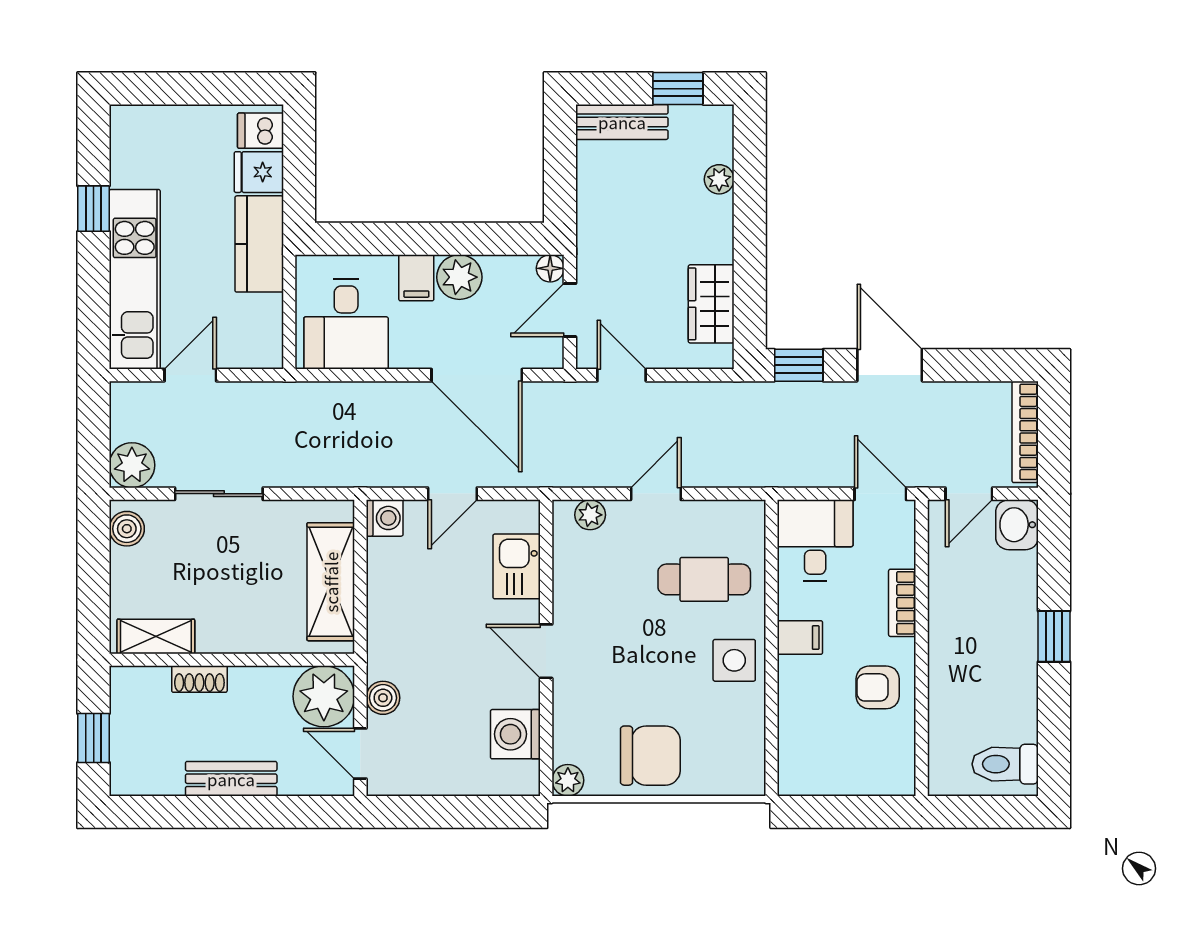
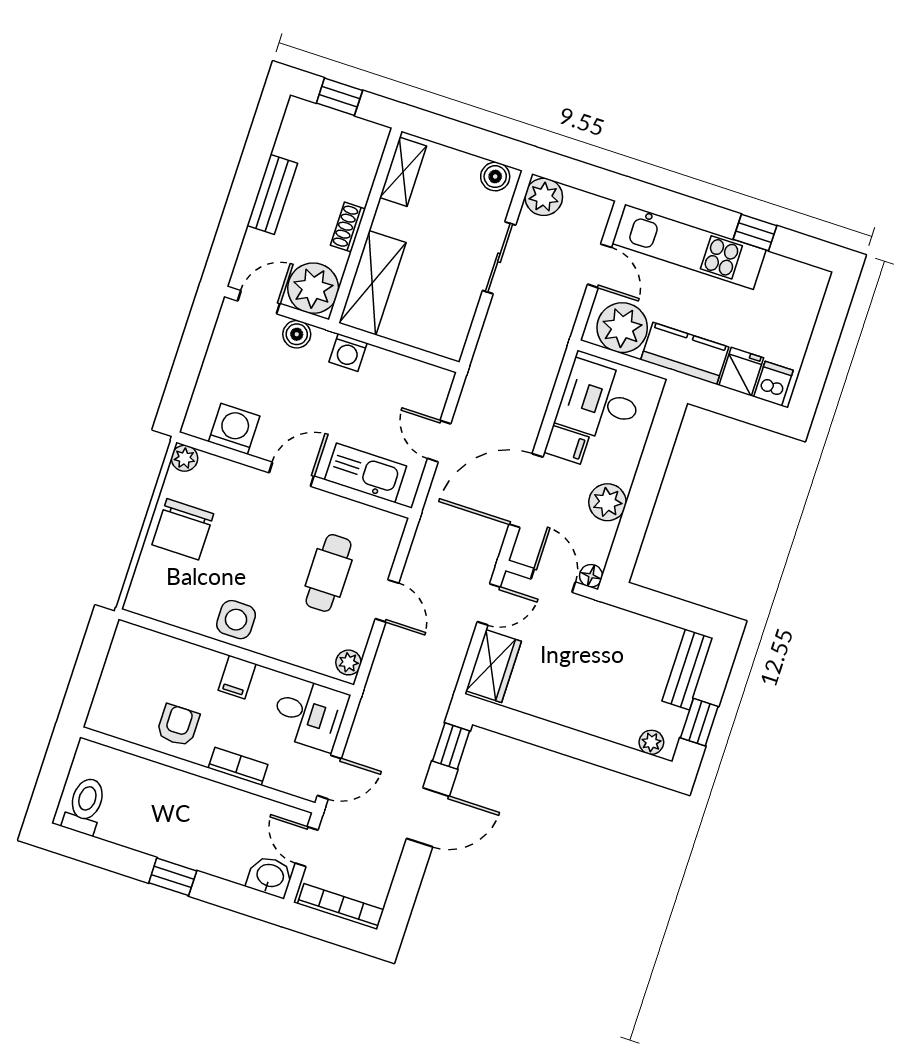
plant: (719, 179) -> (651, 742), moved
filing cabinet: (416, 278) -> (566, 445), moved, turned 180
wardrobe: (711, 304) -> (494, 666), moved, turned 90
plant: (253, 326) -> (622, 328), added
plant: (590, 515) -> (348, 662), moved
washing machine: (385, 518) -> (348, 352), moved
kitchen sink: (517, 566) -> (366, 473), width x1.38
cafe table: (704, 579) -> (329, 573), moved
shelving: (331, 582) -> (372, 283), moved, turned 90
shoe rack: (199, 679) -> (348, 227), moved

